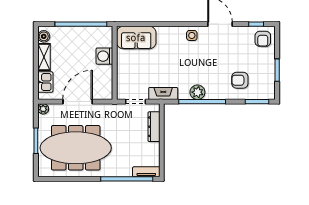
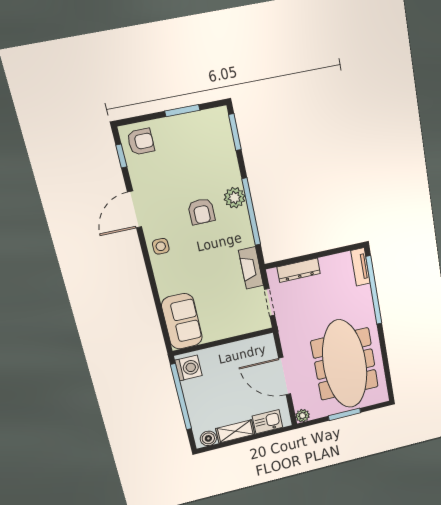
washing machine: (104, 56) -> (189, 368), moved, turned -90
armchair: (240, 80) -> (201, 211), moved
plant: (197, 92) -> (235, 198), moved

